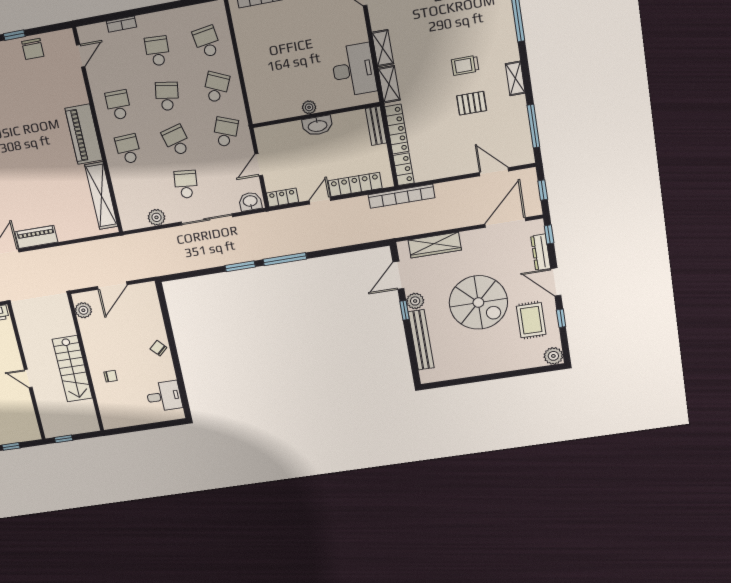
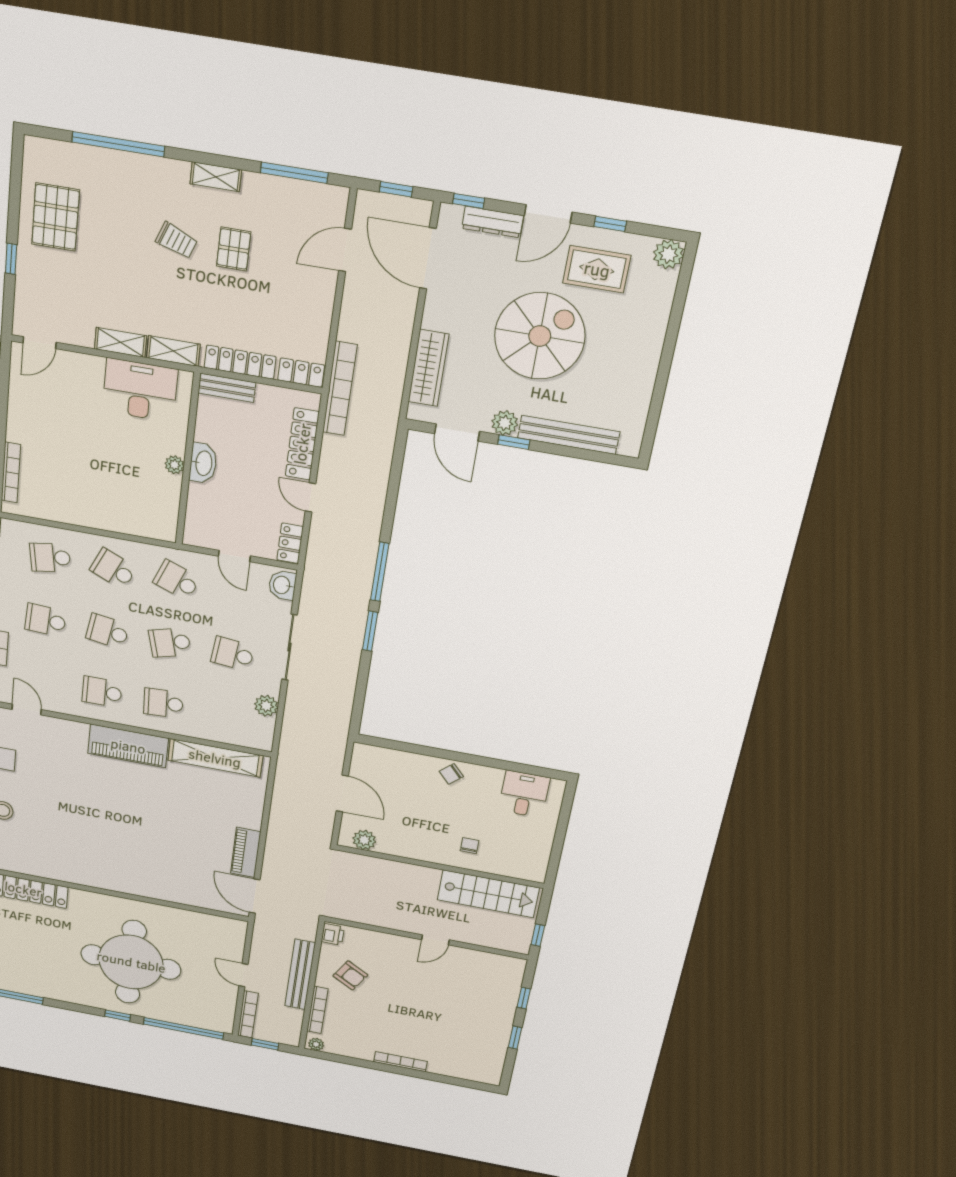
trolley: (465, 65) -> (176, 240), turned -69
stairs: (72, 369) -> (488, 894), moved

